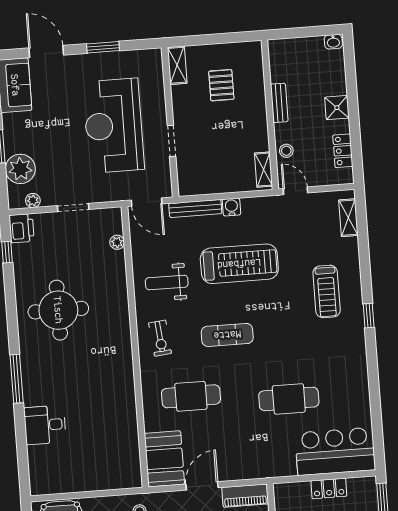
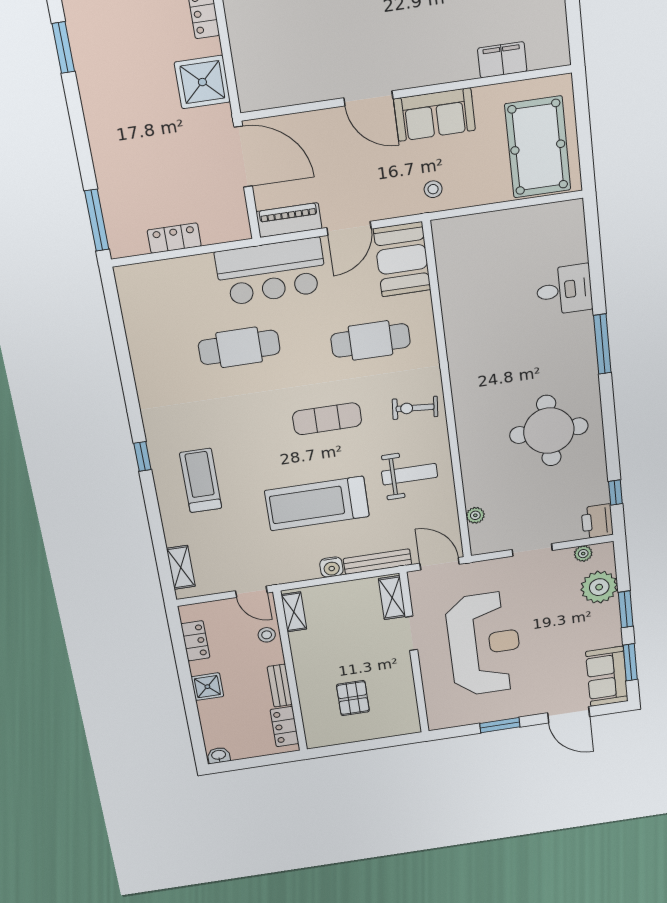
locker: (278, 64) -> (285, 727), added
shelving: (177, 65) -> (392, 598), moved
exercise bike: (160, 338) -> (415, 408), turned -79
bar counter: (335, 451) -> (271, 272), moved

